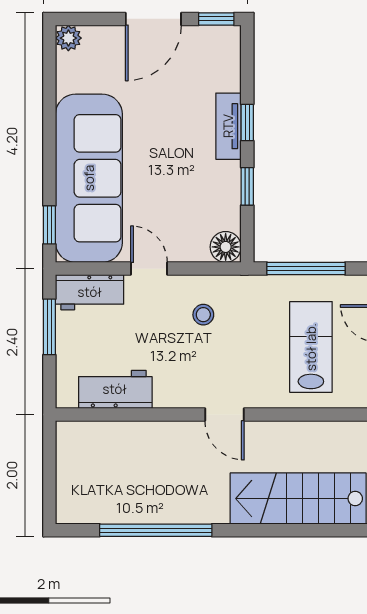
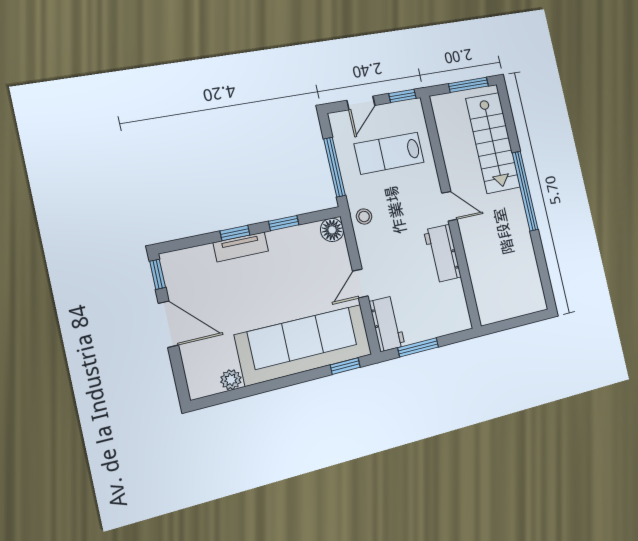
plant: (68, 38) -> (231, 380), moved
stool: (203, 315) -> (364, 217), moved
workbench: (115, 389) -> (442, 253), moved
door: (224, 415) -> (450, 206), hinge flipped
window: (156, 530) -> (525, 191), moved

